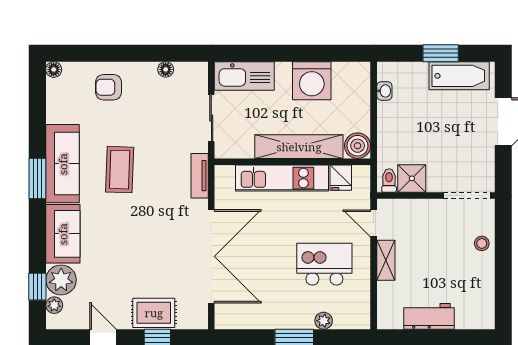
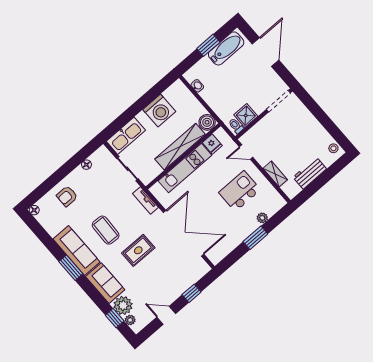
stool: (482, 243) -> (333, 148), moved
shelving: (386, 260) -> (275, 174), moved
rug: (154, 313) -> (138, 250), moved

